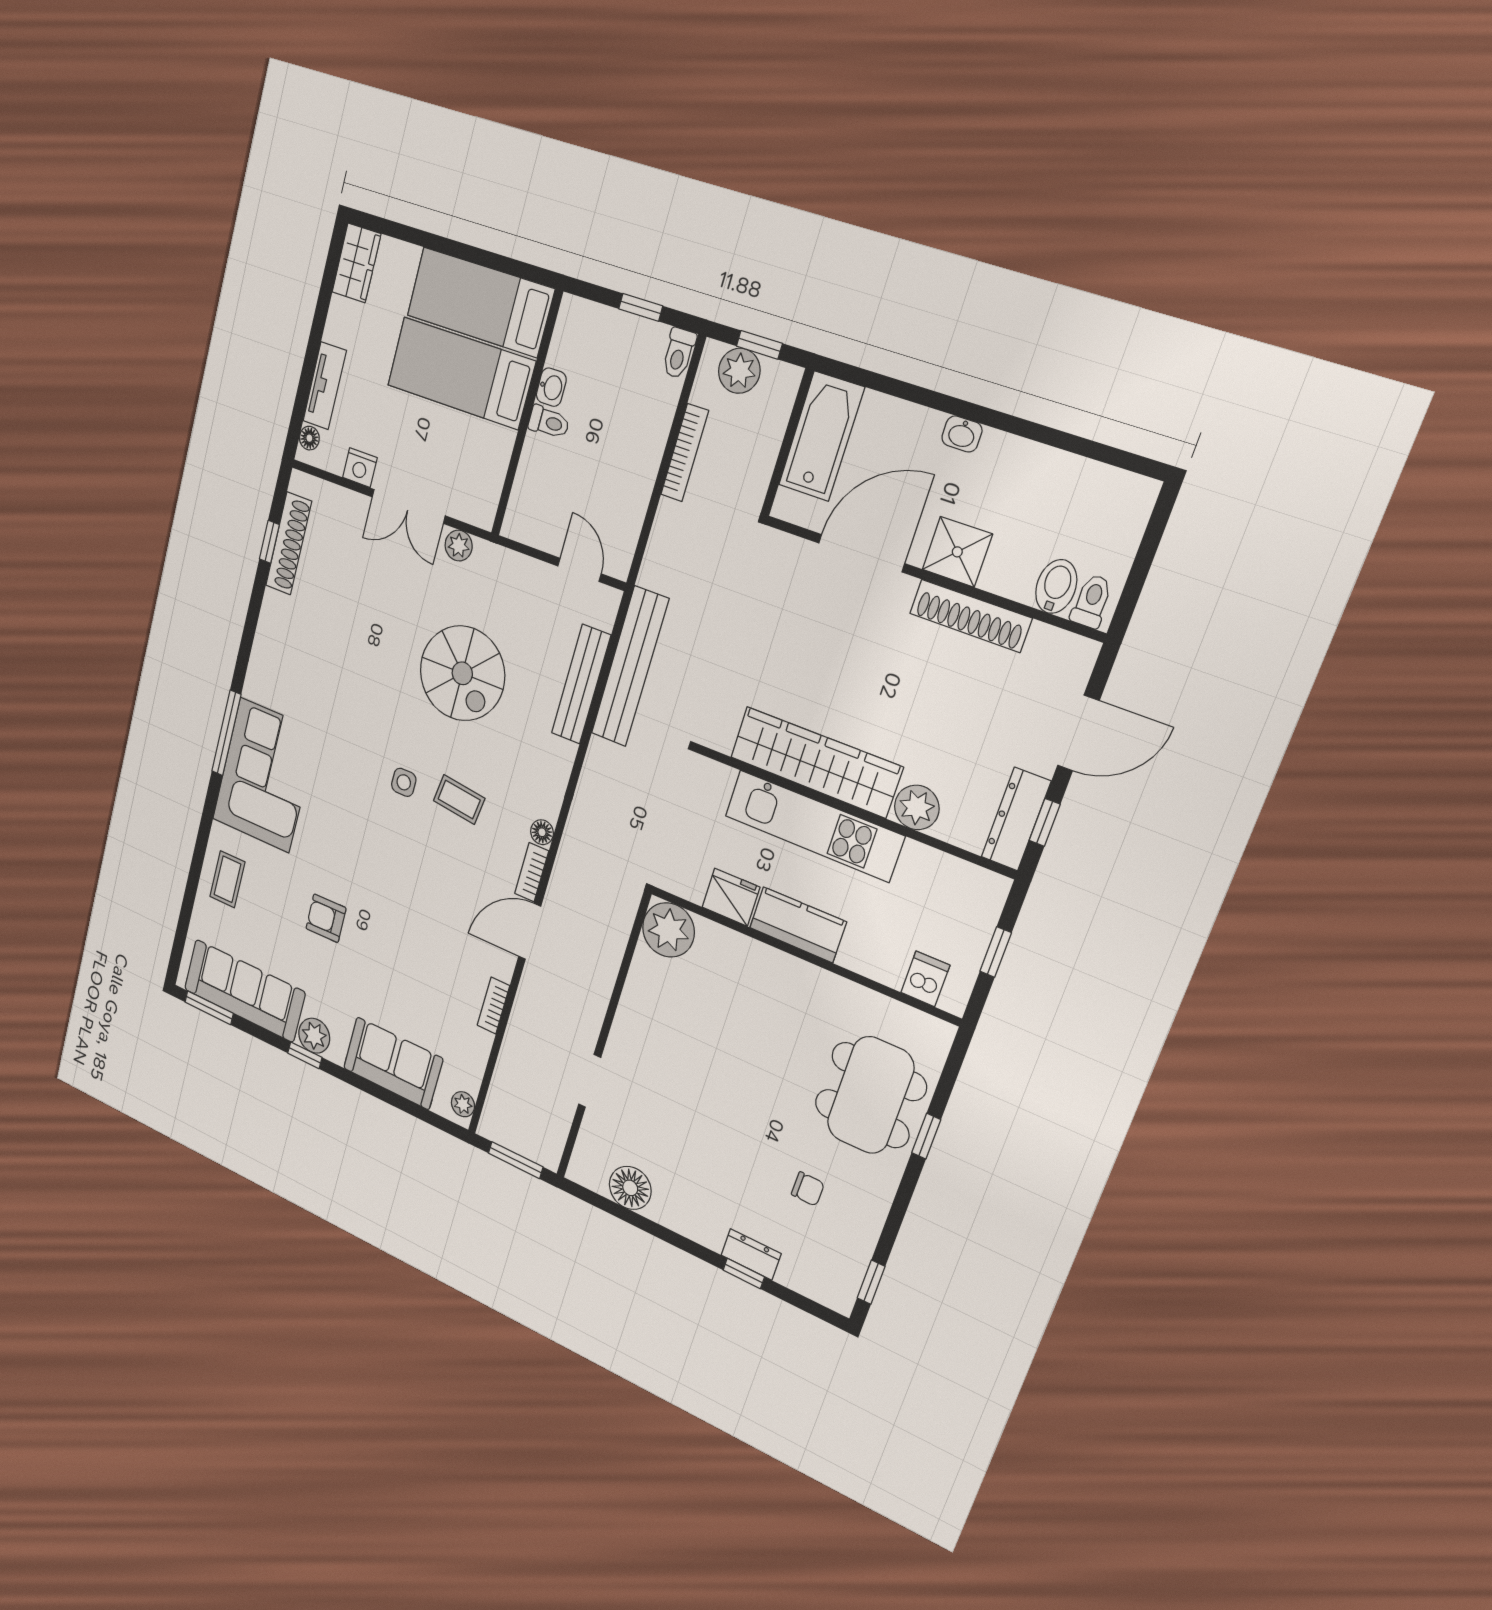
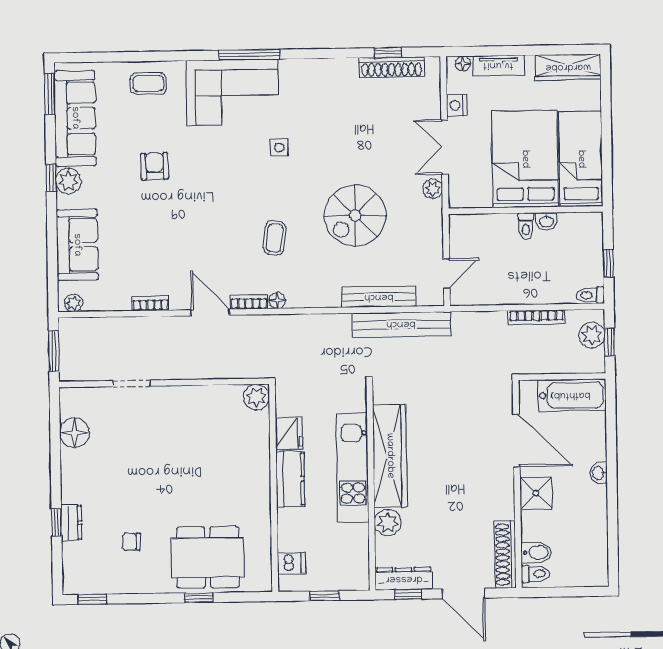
wardrobe: (356, 263) -> (568, 67), width x1.50
bed: (461, 373) -> (525, 159), width x1.50
shoe rack: (970, 616) -> (505, 555), moved
side table: (404, 782) -> (279, 147), moved
plant: (668, 930) -> (256, 397), width x0.73, depth x0.73
chair: (808, 1189) -> (131, 542), turned 89

